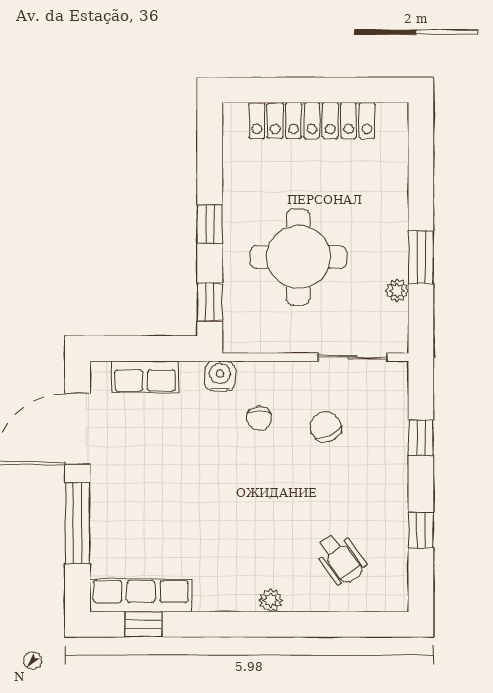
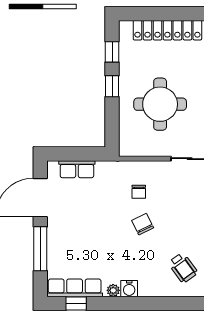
window: (210, 302) -> (112, 52), moved
water cooler: (220, 376) -> (129, 289), moved, turned 180
chair: (326, 427) -> (143, 224), moved
plant: (271, 600) -> (113, 290), moved

